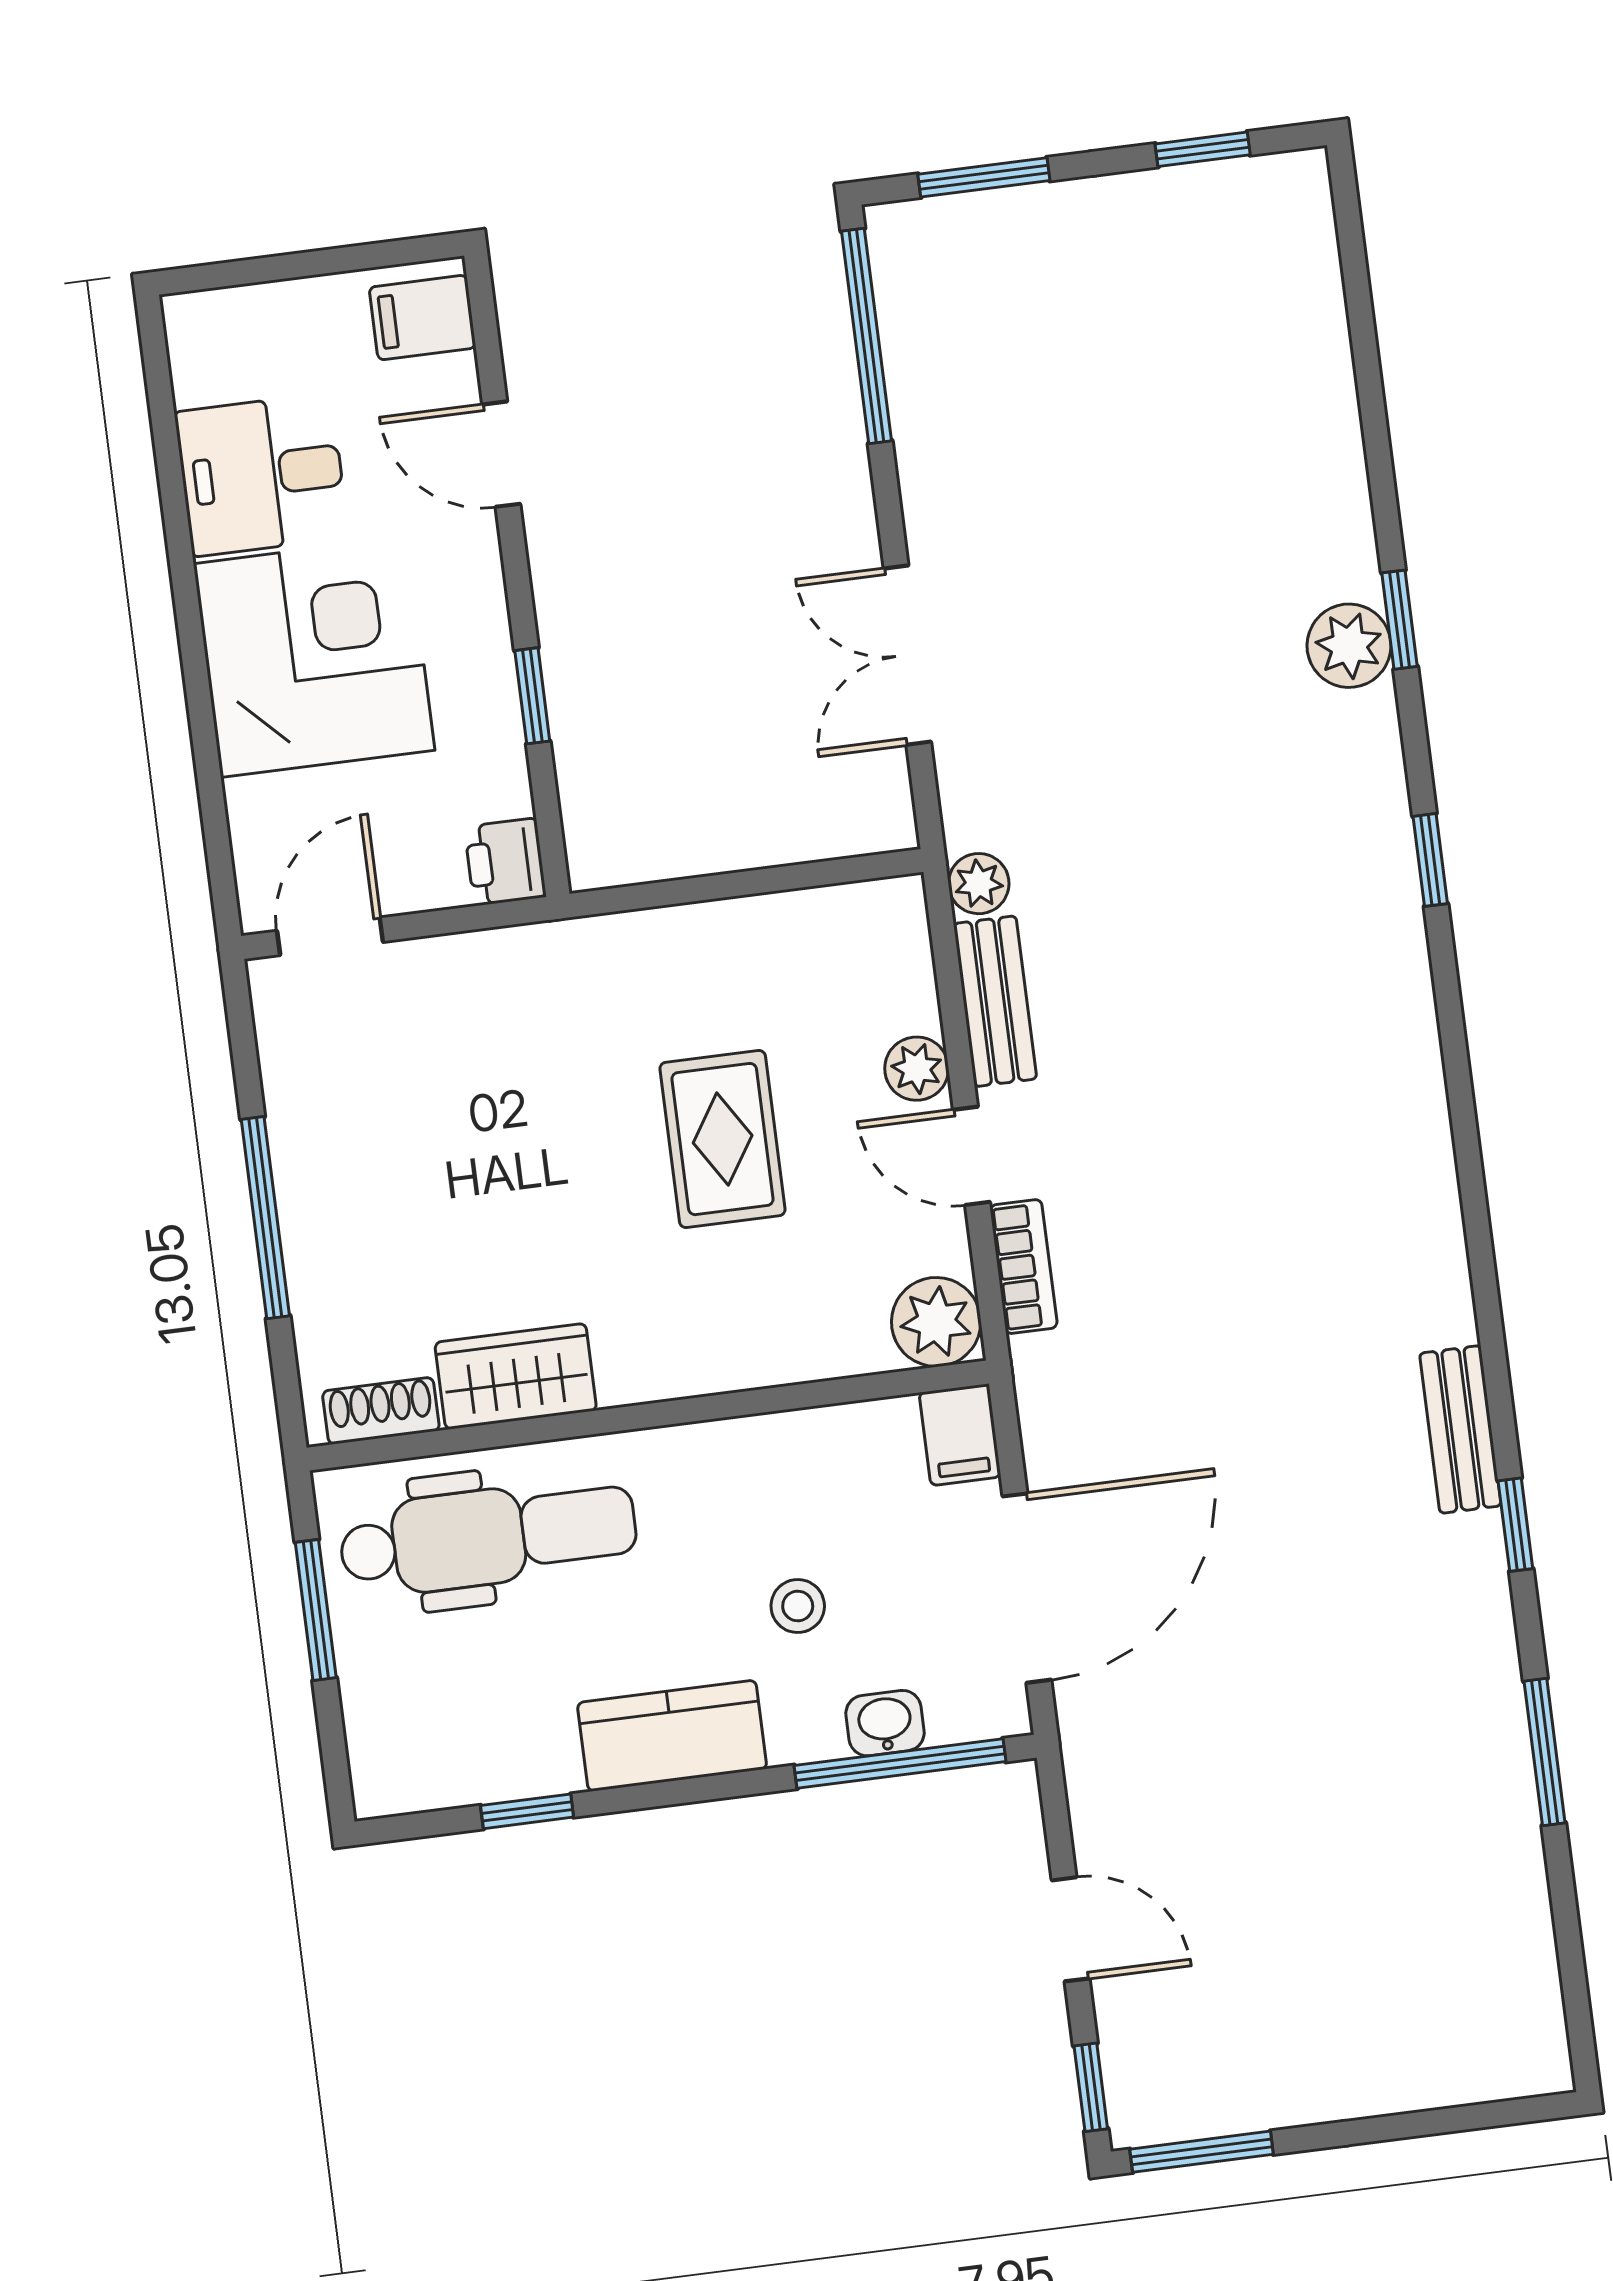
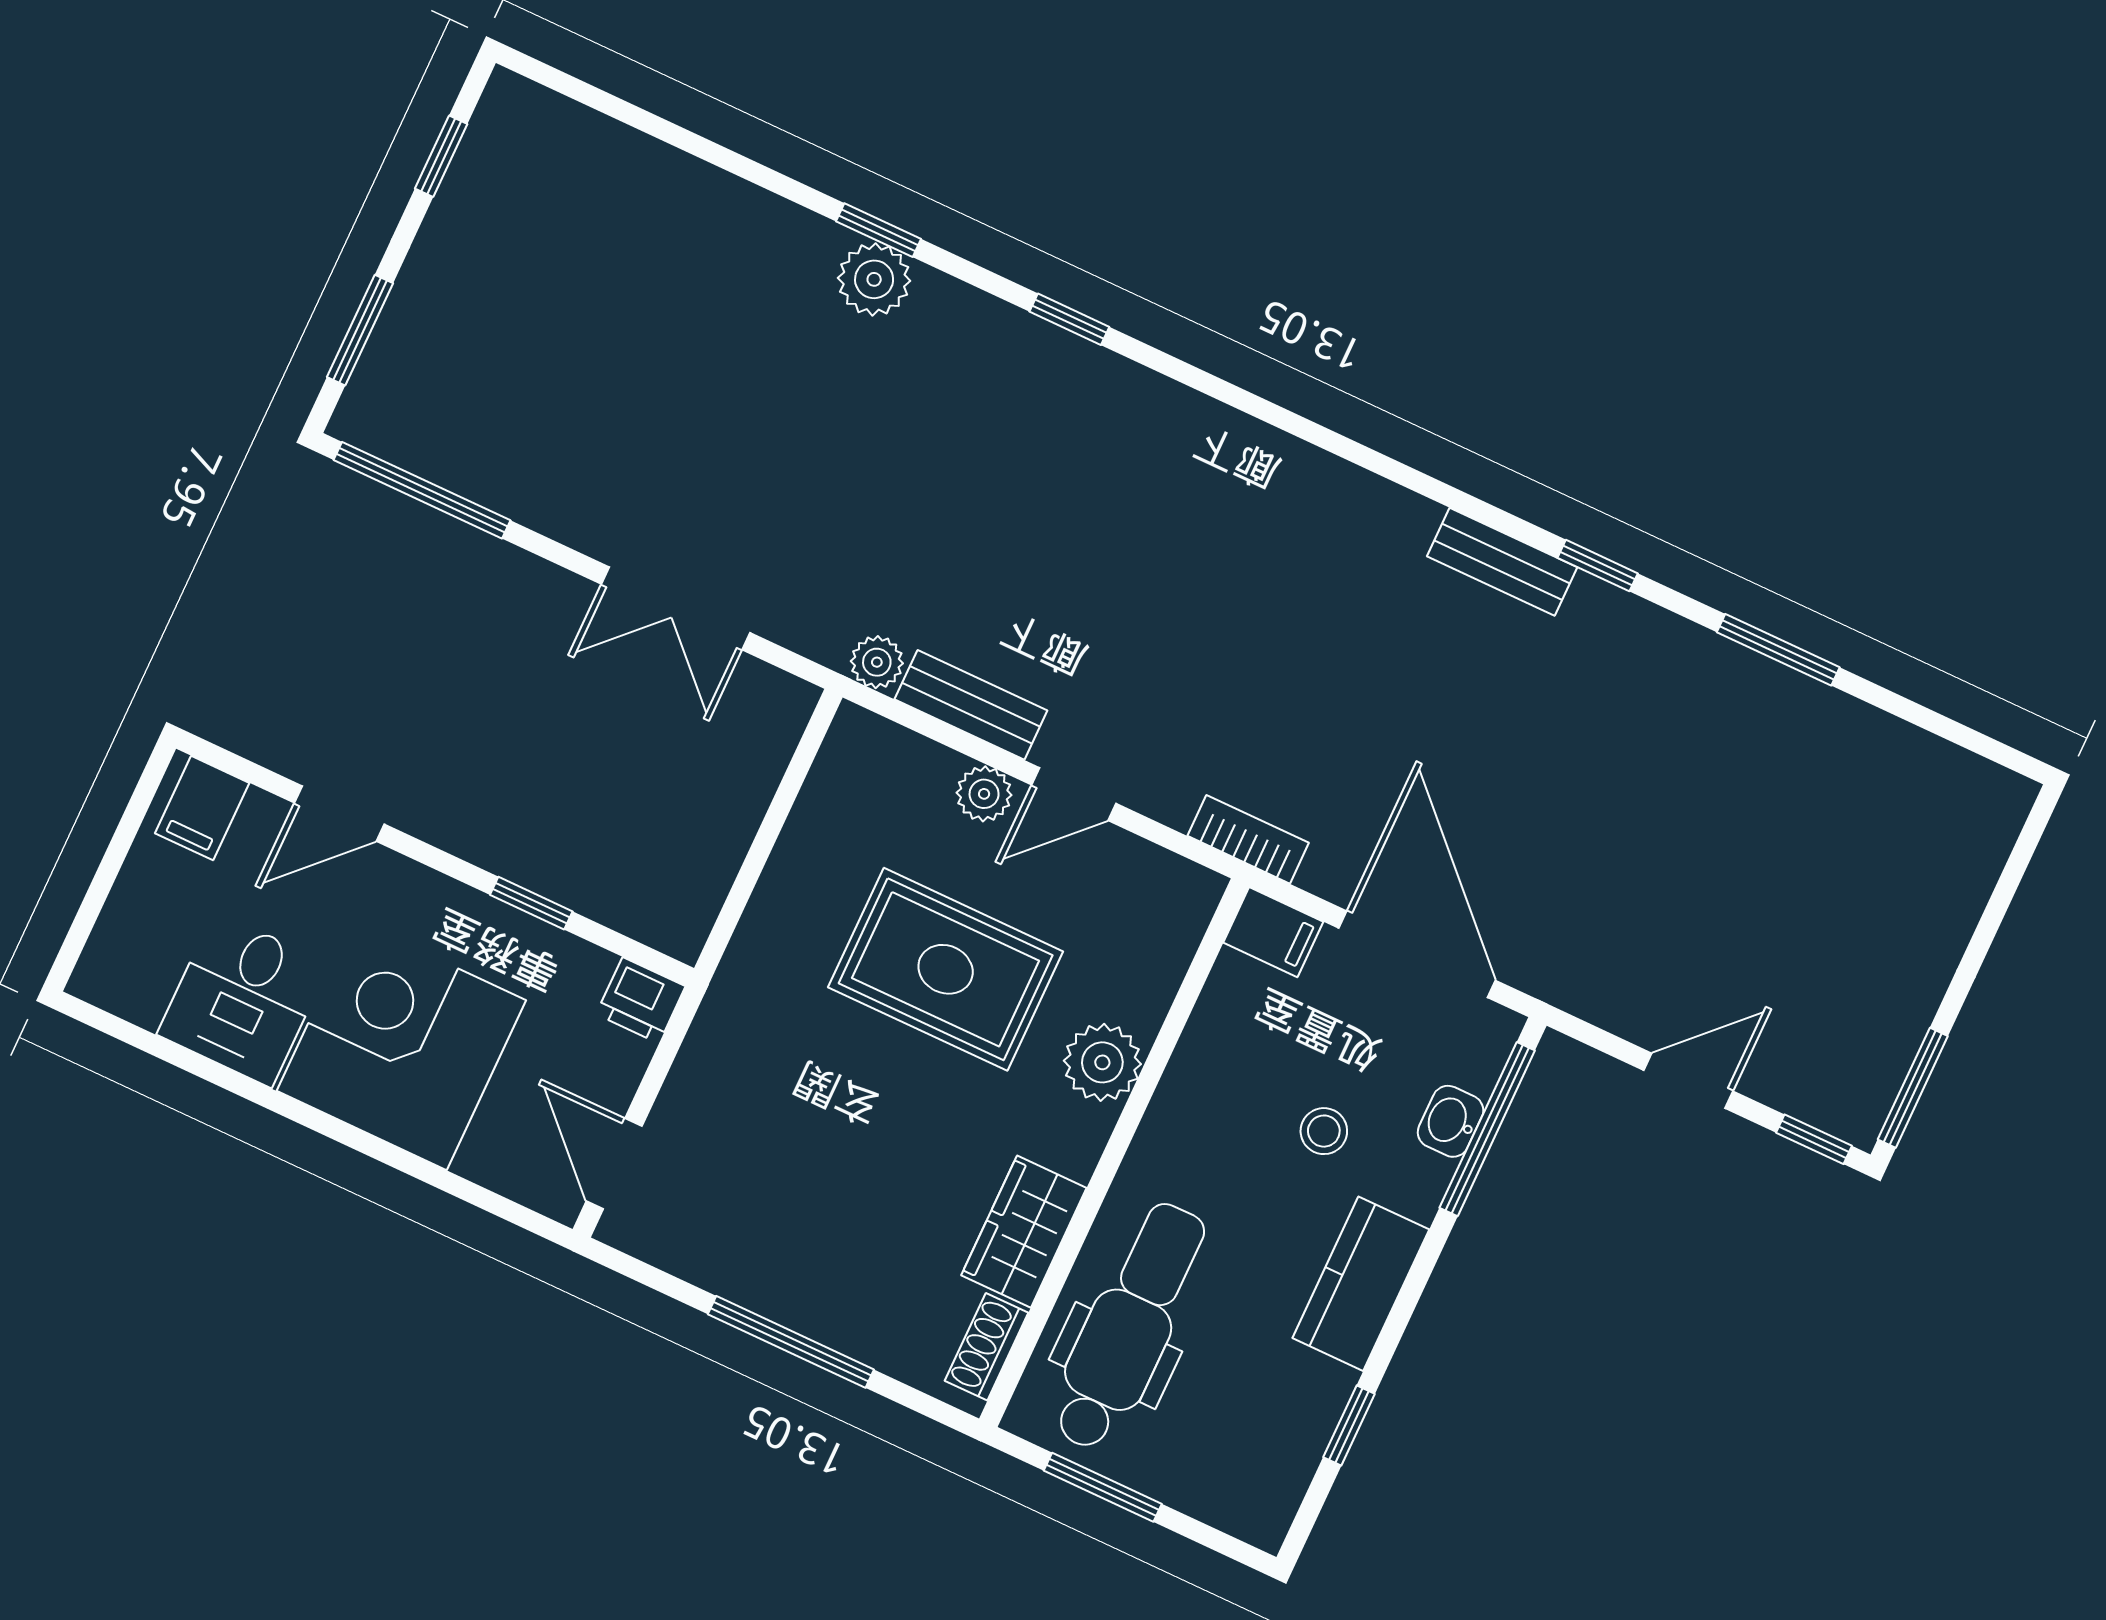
rug: (723, 1139) -> (946, 969), width x1.36, depth x1.43
bookcase: (1024, 1267) -> (1248, 839), moved
plant: (936, 1322) -> (1102, 1062), moved

